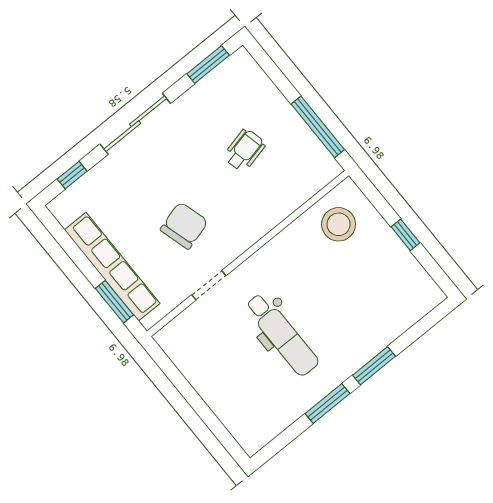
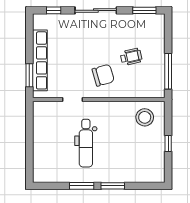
chair: (184, 226) -> (103, 75), moved

